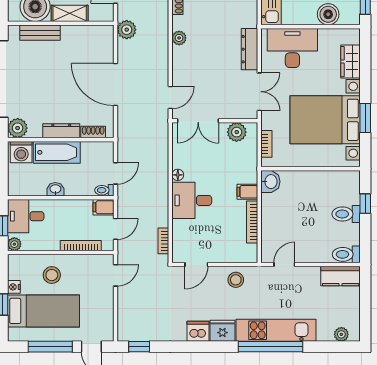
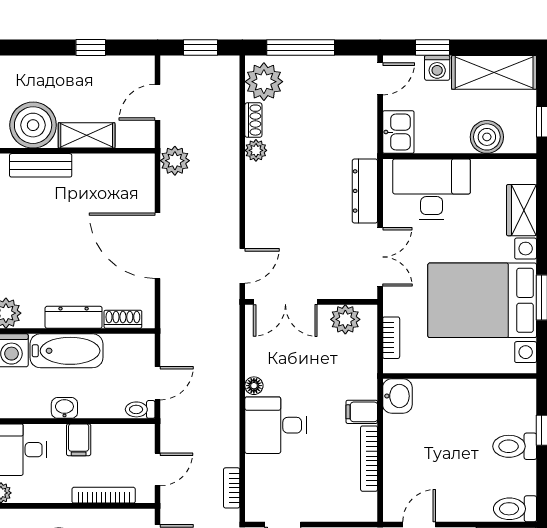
plant: (179, 38) -> (256, 150), moved
filing cabinet: (103, 207) -> (79, 440), moved, turned -90

